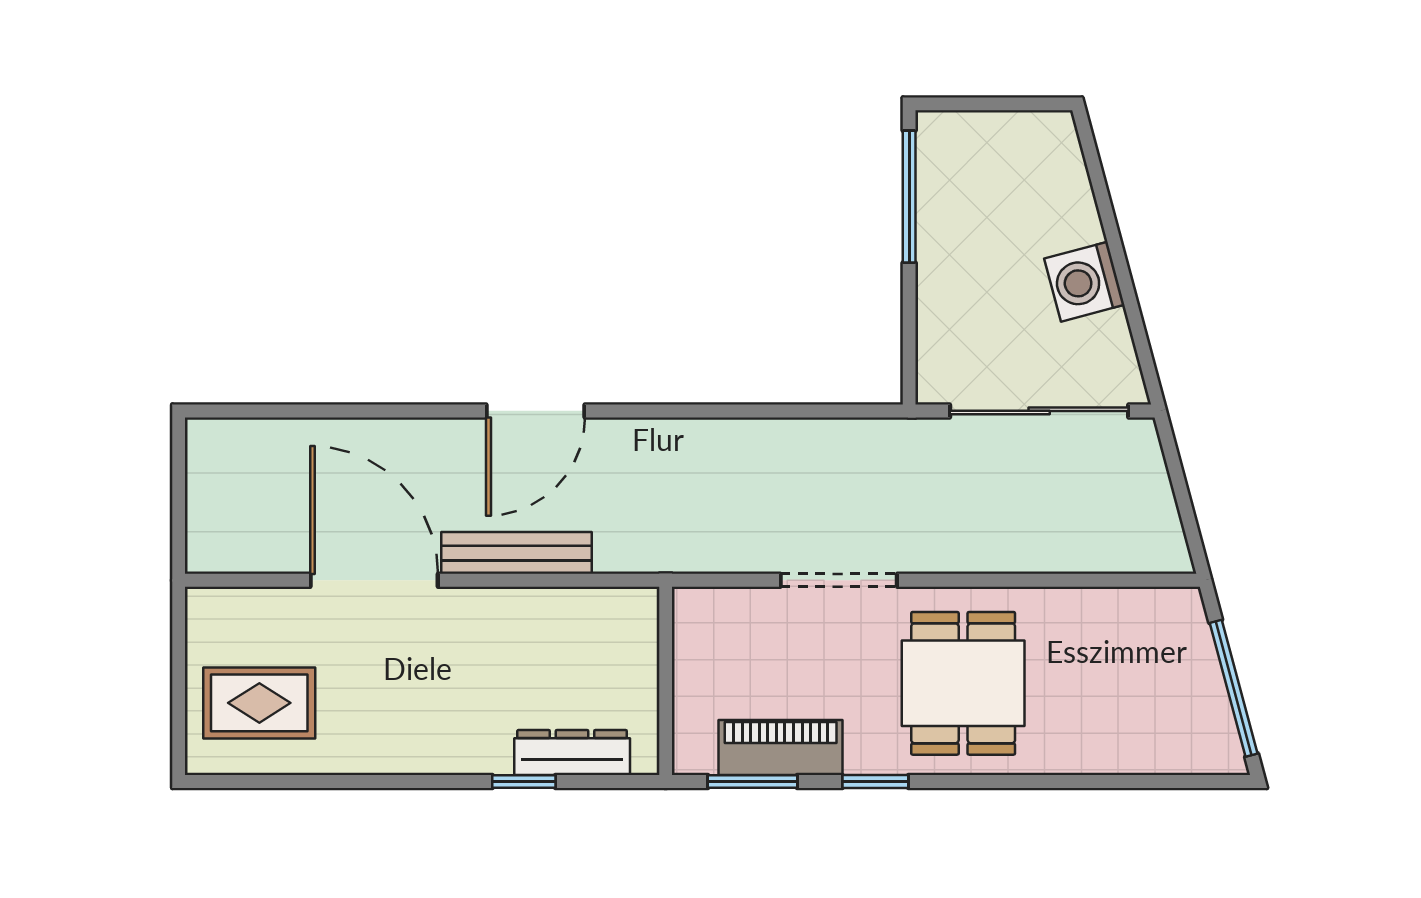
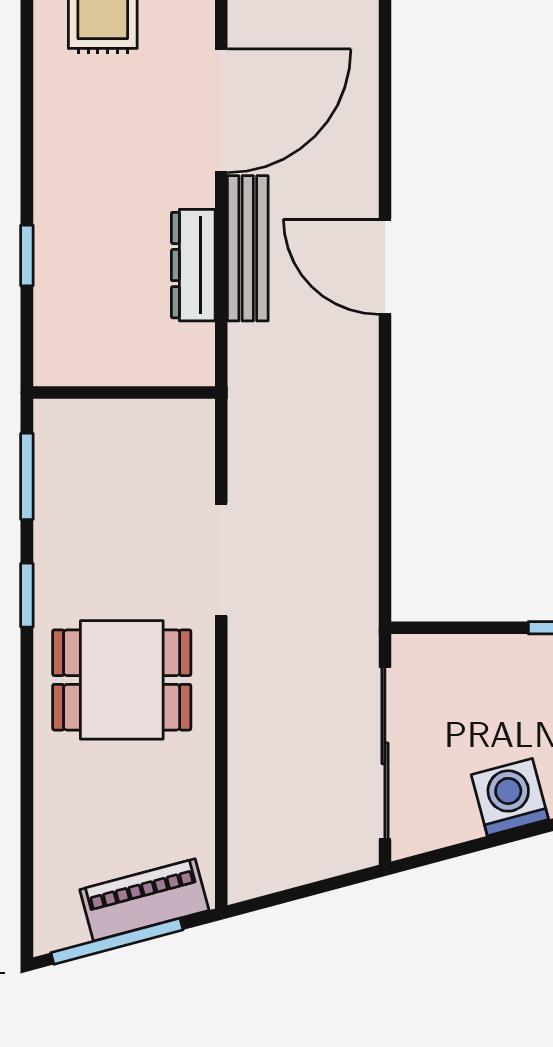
piano: (781, 747) -> (144, 900), moved, turned -105
dresser: (572, 753) -> (193, 265), moved, turned 180

